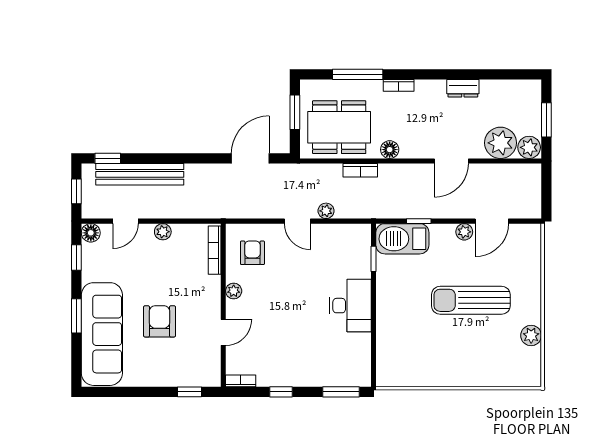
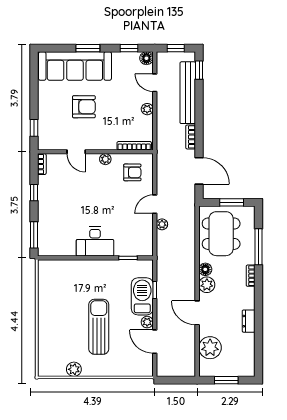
plant: (529, 147) -> (207, 285), moved
bookcase: (360, 170) -> (191, 137), moved
barbecue: (402, 239) -> (142, 296), moved

